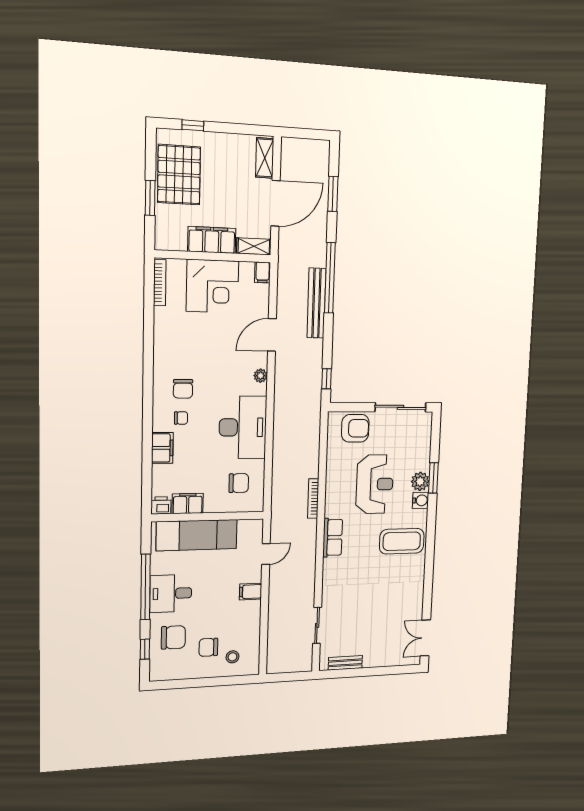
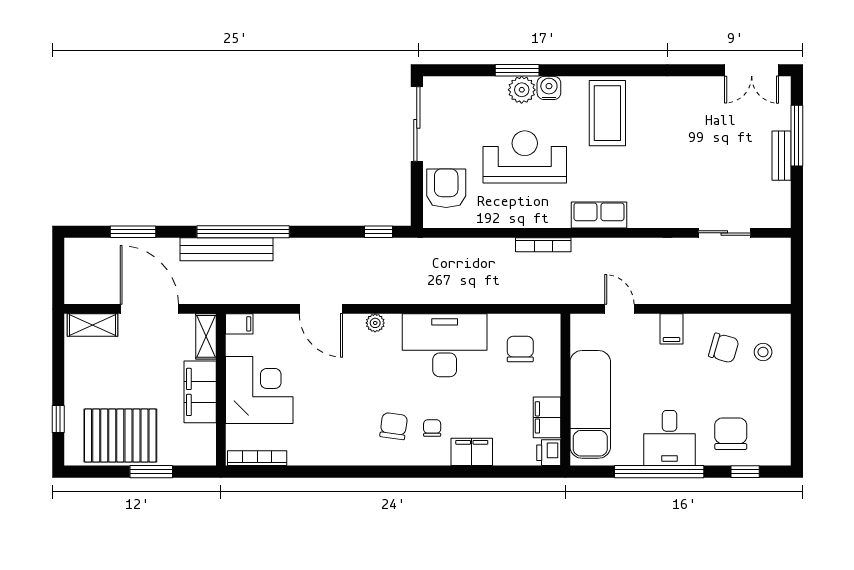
bench: (316, 303) -> (227, 249), moved
chair: (183, 389) -> (394, 426), turned -82
chair: (208, 647) -> (724, 348), moved, turned -74
bench: (345, 663) -> (781, 156), moved
window: (381, 671) -> (797, 136), added

